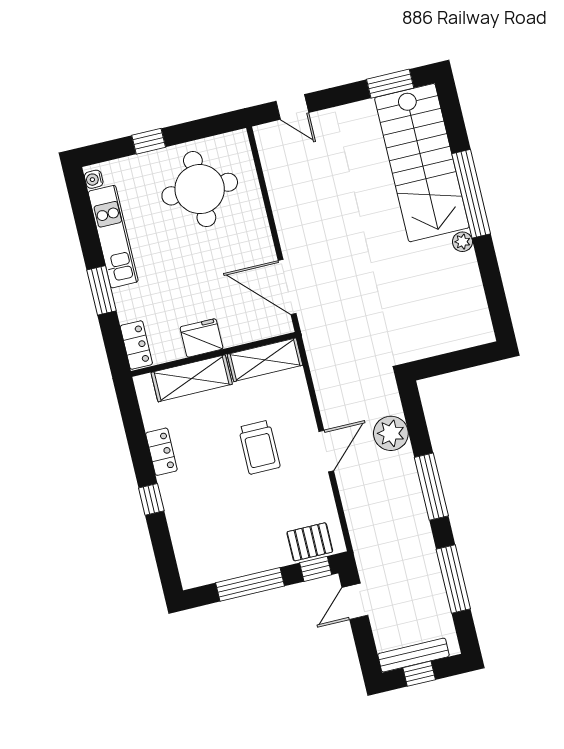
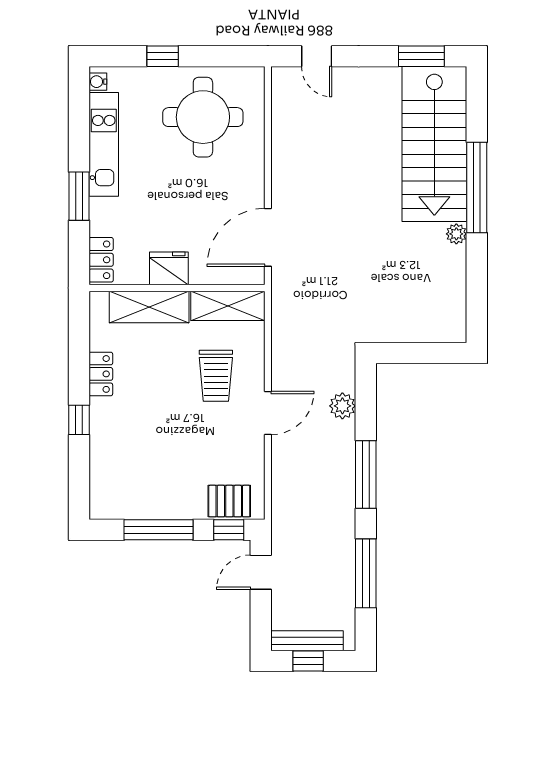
door: (287, 287) -> (268, 237), hinge flipped
plant: (391, 433) -> (342, 406), width x0.73, depth x0.73
trolley: (259, 447) -> (216, 376), moved

